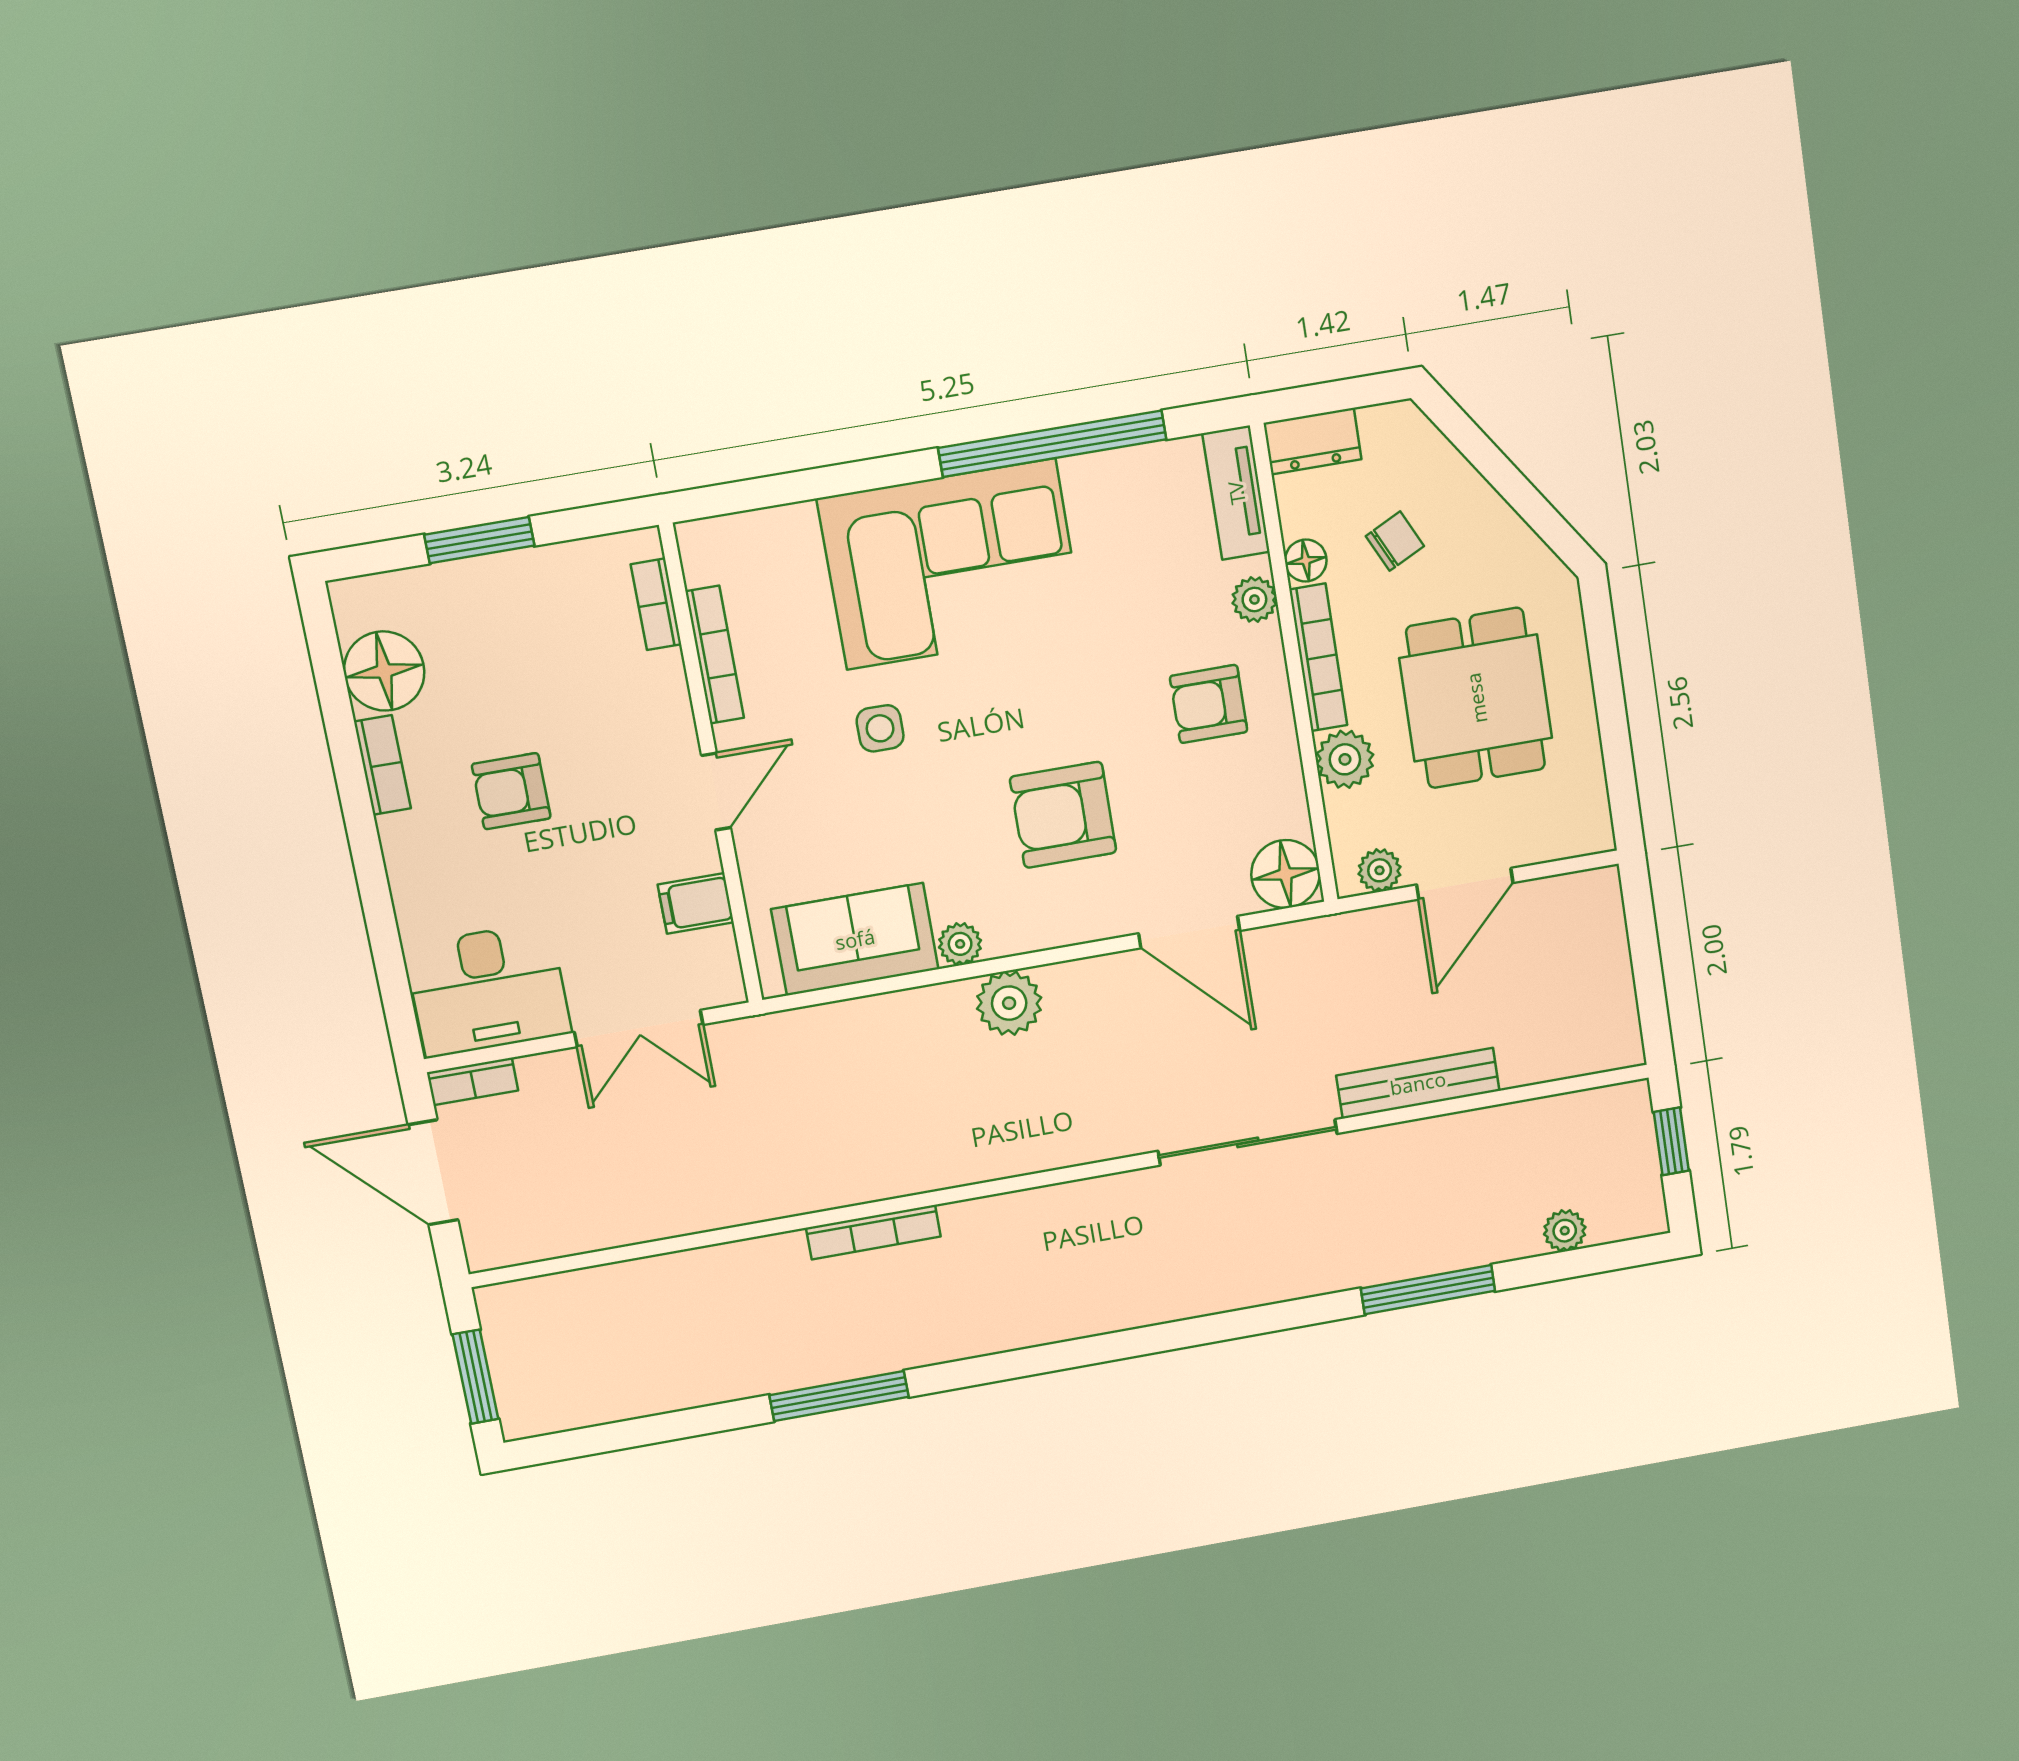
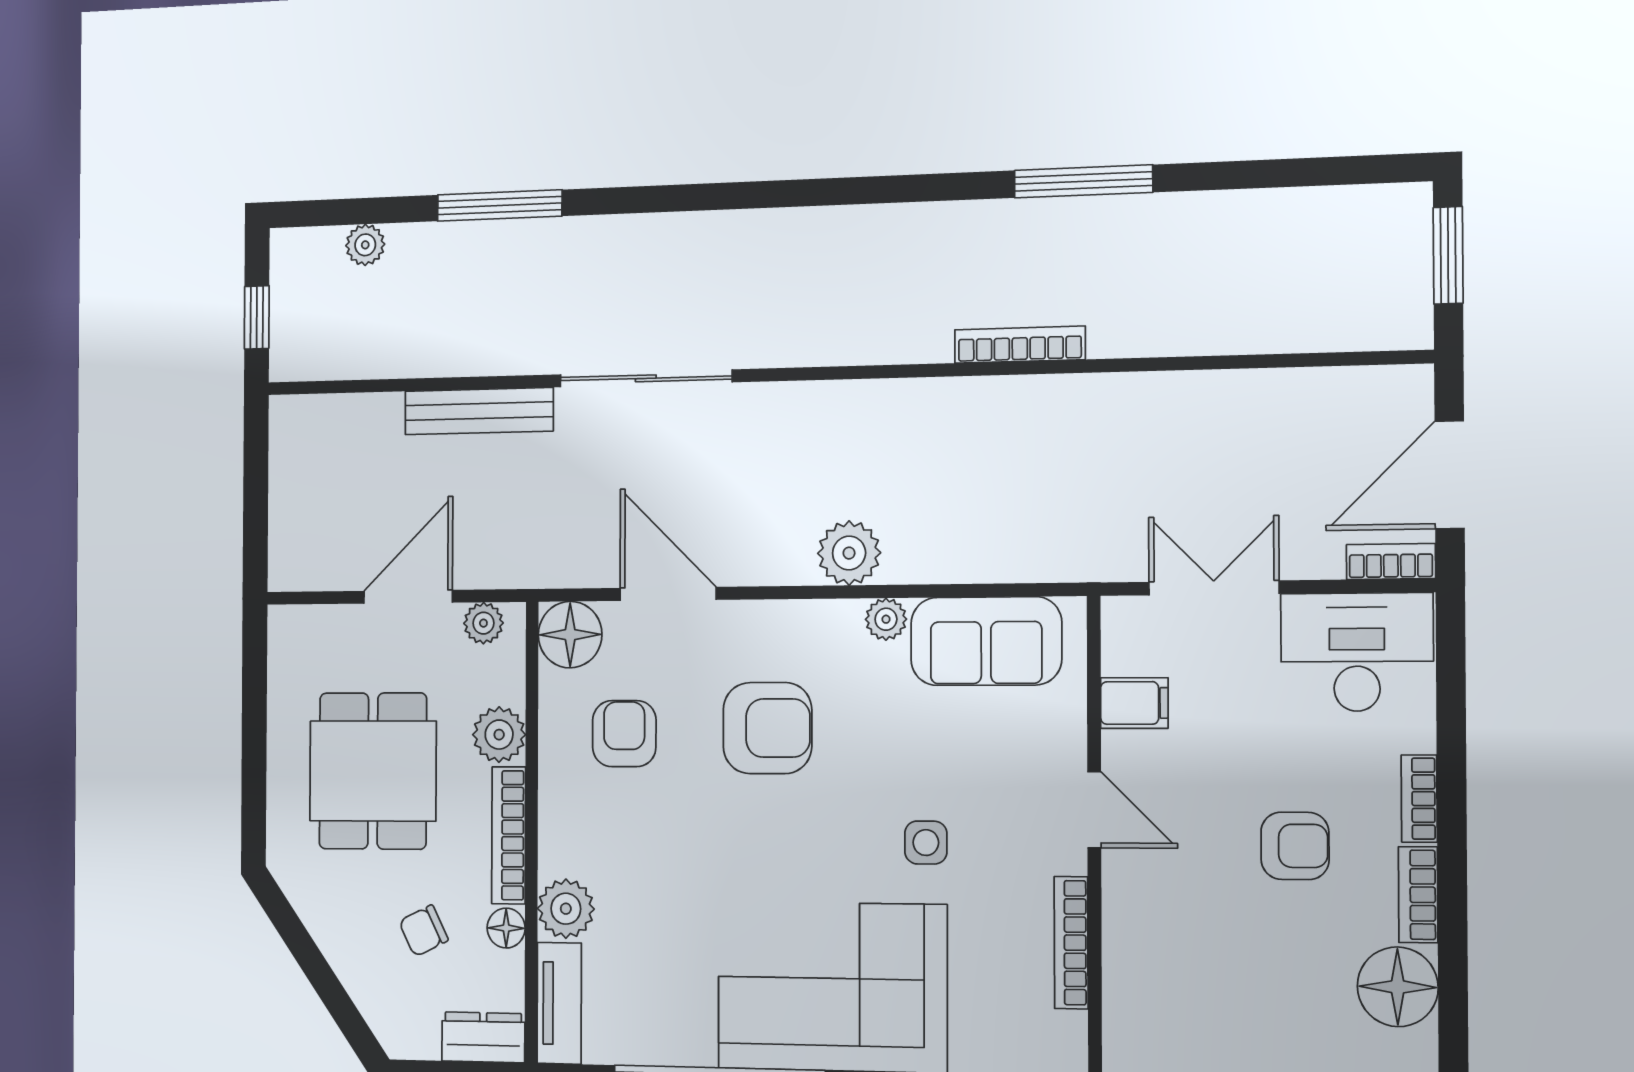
plant: (1254, 599) -> (566, 909), width x1.38, depth x1.38
bookcase: (656, 604) -> (1419, 799), moved, turned 180
armchair: (1209, 704) -> (624, 734), moved, turned -90
door: (716, 792) -> (1094, 810), swing flipped
door: (433, 1172) -> (1450, 475), swing flipped

